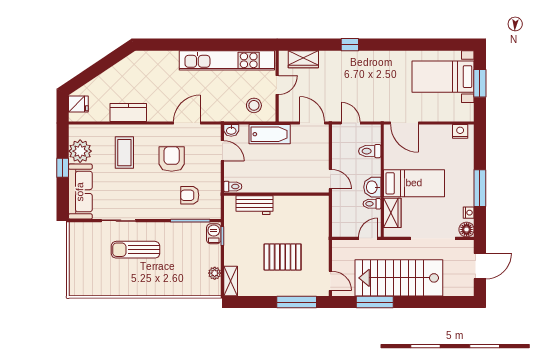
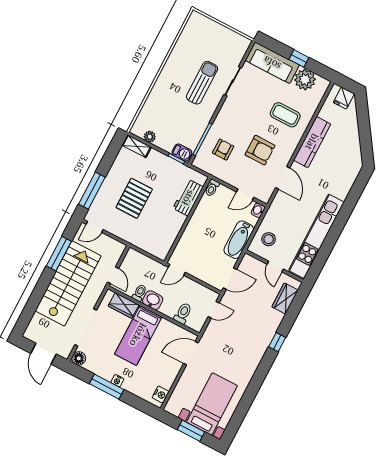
kitchen counter: (128, 112) -> (312, 142), width x1.50
nightstand: (469, 213) -> (117, 381), moved

